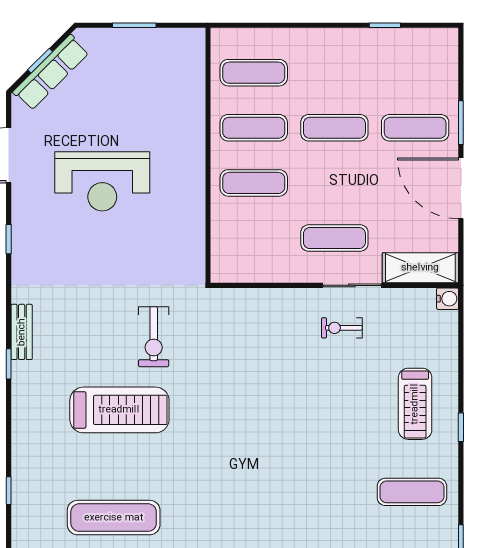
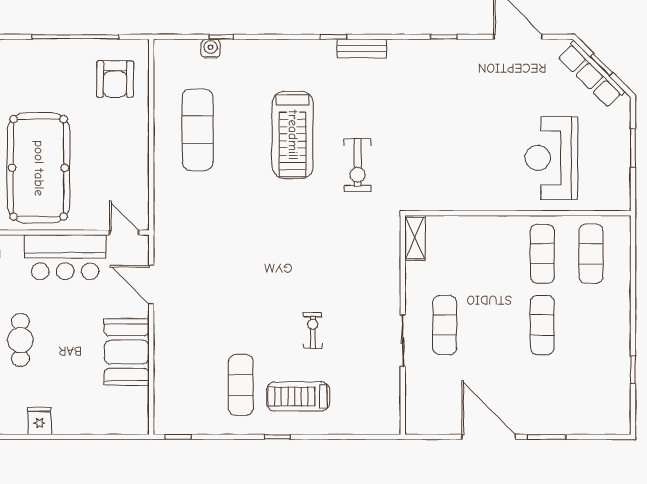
exercise mat: (415, 128) -> (542, 396), removed
reception desk: (102, 181) -> (551, 158), moved
exercise mat: (254, 183) -> (493, 254), removed
door: (461, 188) -> (489, 437), hinge flipped
shelving: (420, 268) -> (415, 238), moved, width x0.67, depth x0.75
water cooler: (448, 299) -> (211, 49), moved, turned 180
exercise bike: (342, 328) -> (313, 331), moved
exercise bike: (154, 337) -> (357, 165), turned -90
exercise mat: (412, 492) -> (241, 385), moved

